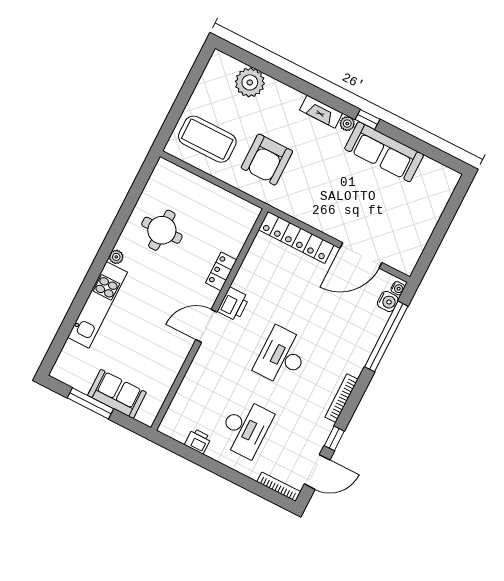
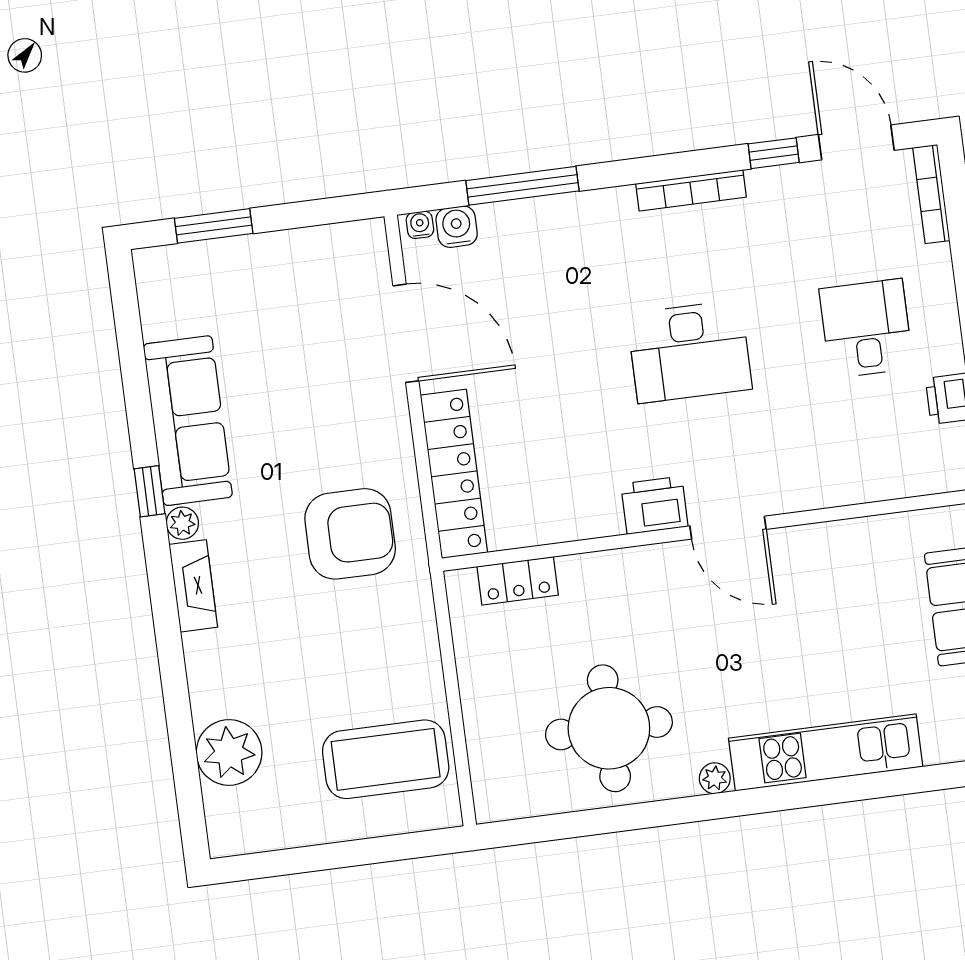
coffee table: (207, 139) -> (386, 759), turned 90
armchair: (267, 160) -> (350, 534), moved
window: (450, 211) -> (214, 226), added
round table: (162, 230) -> (609, 728), width x1.36, depth x1.36
locker: (221, 271) -> (518, 581), moved
window: (386, 336) -> (522, 186), width x0.68
desk: (245, 428) -> (866, 329), width x0.73

